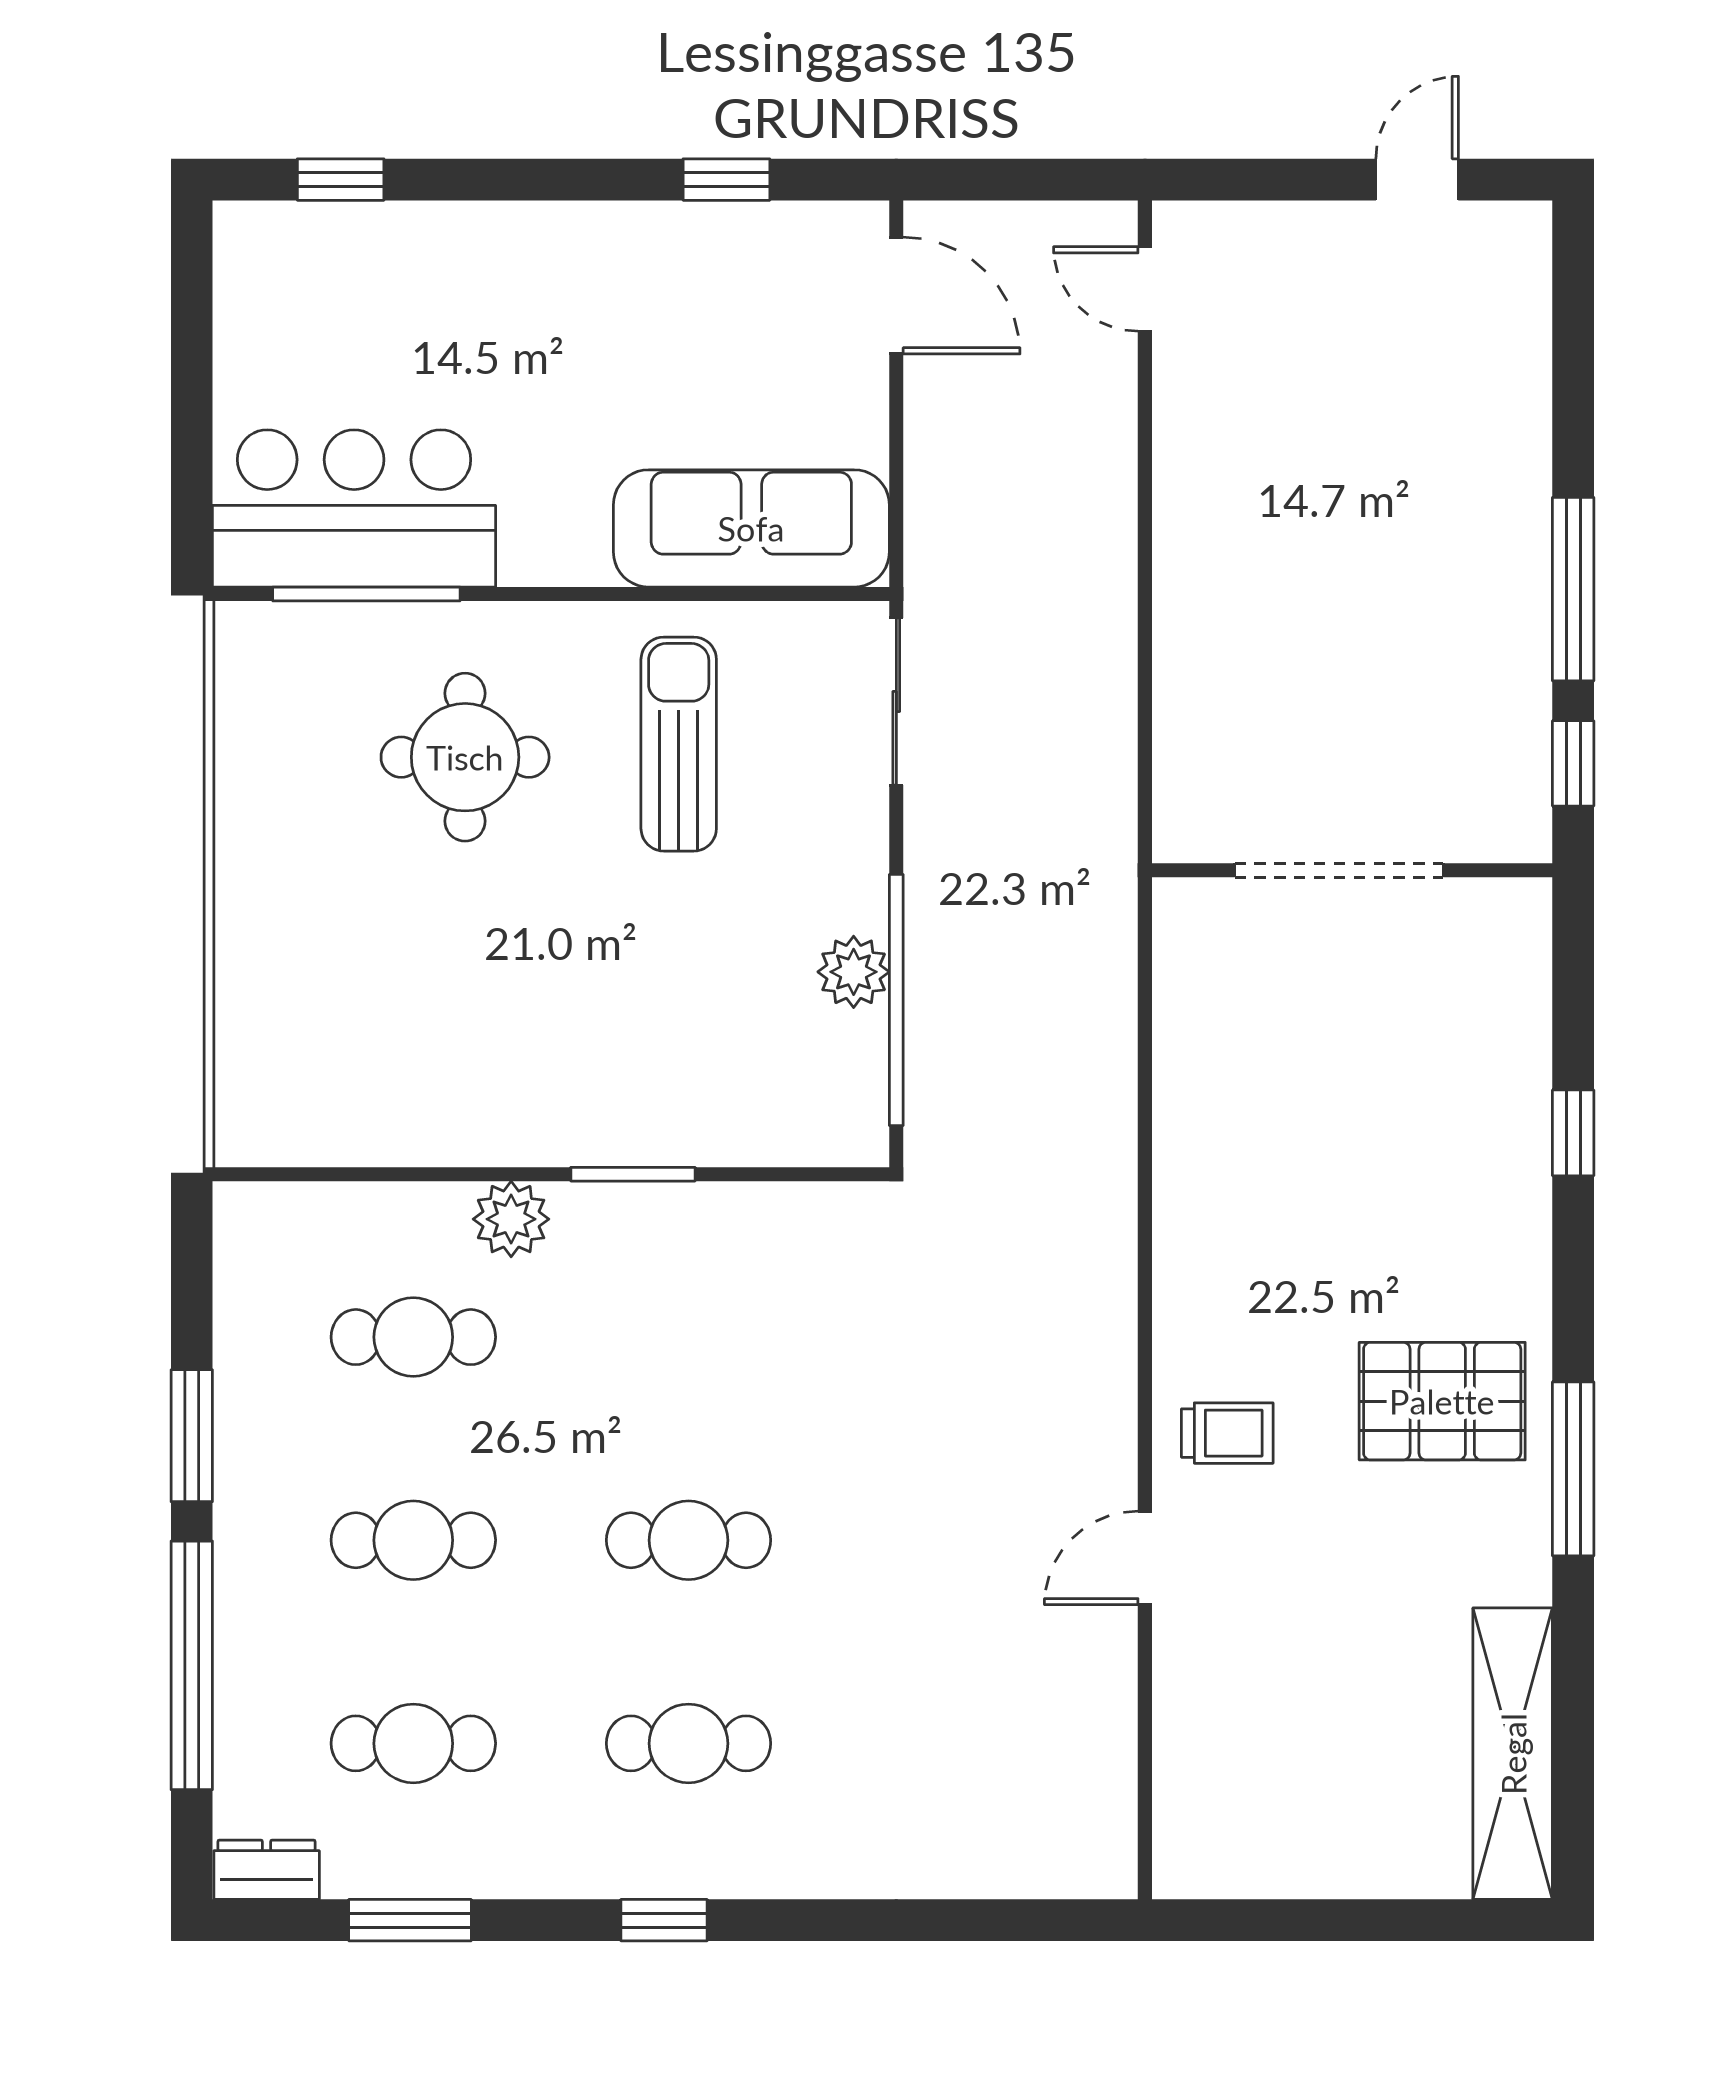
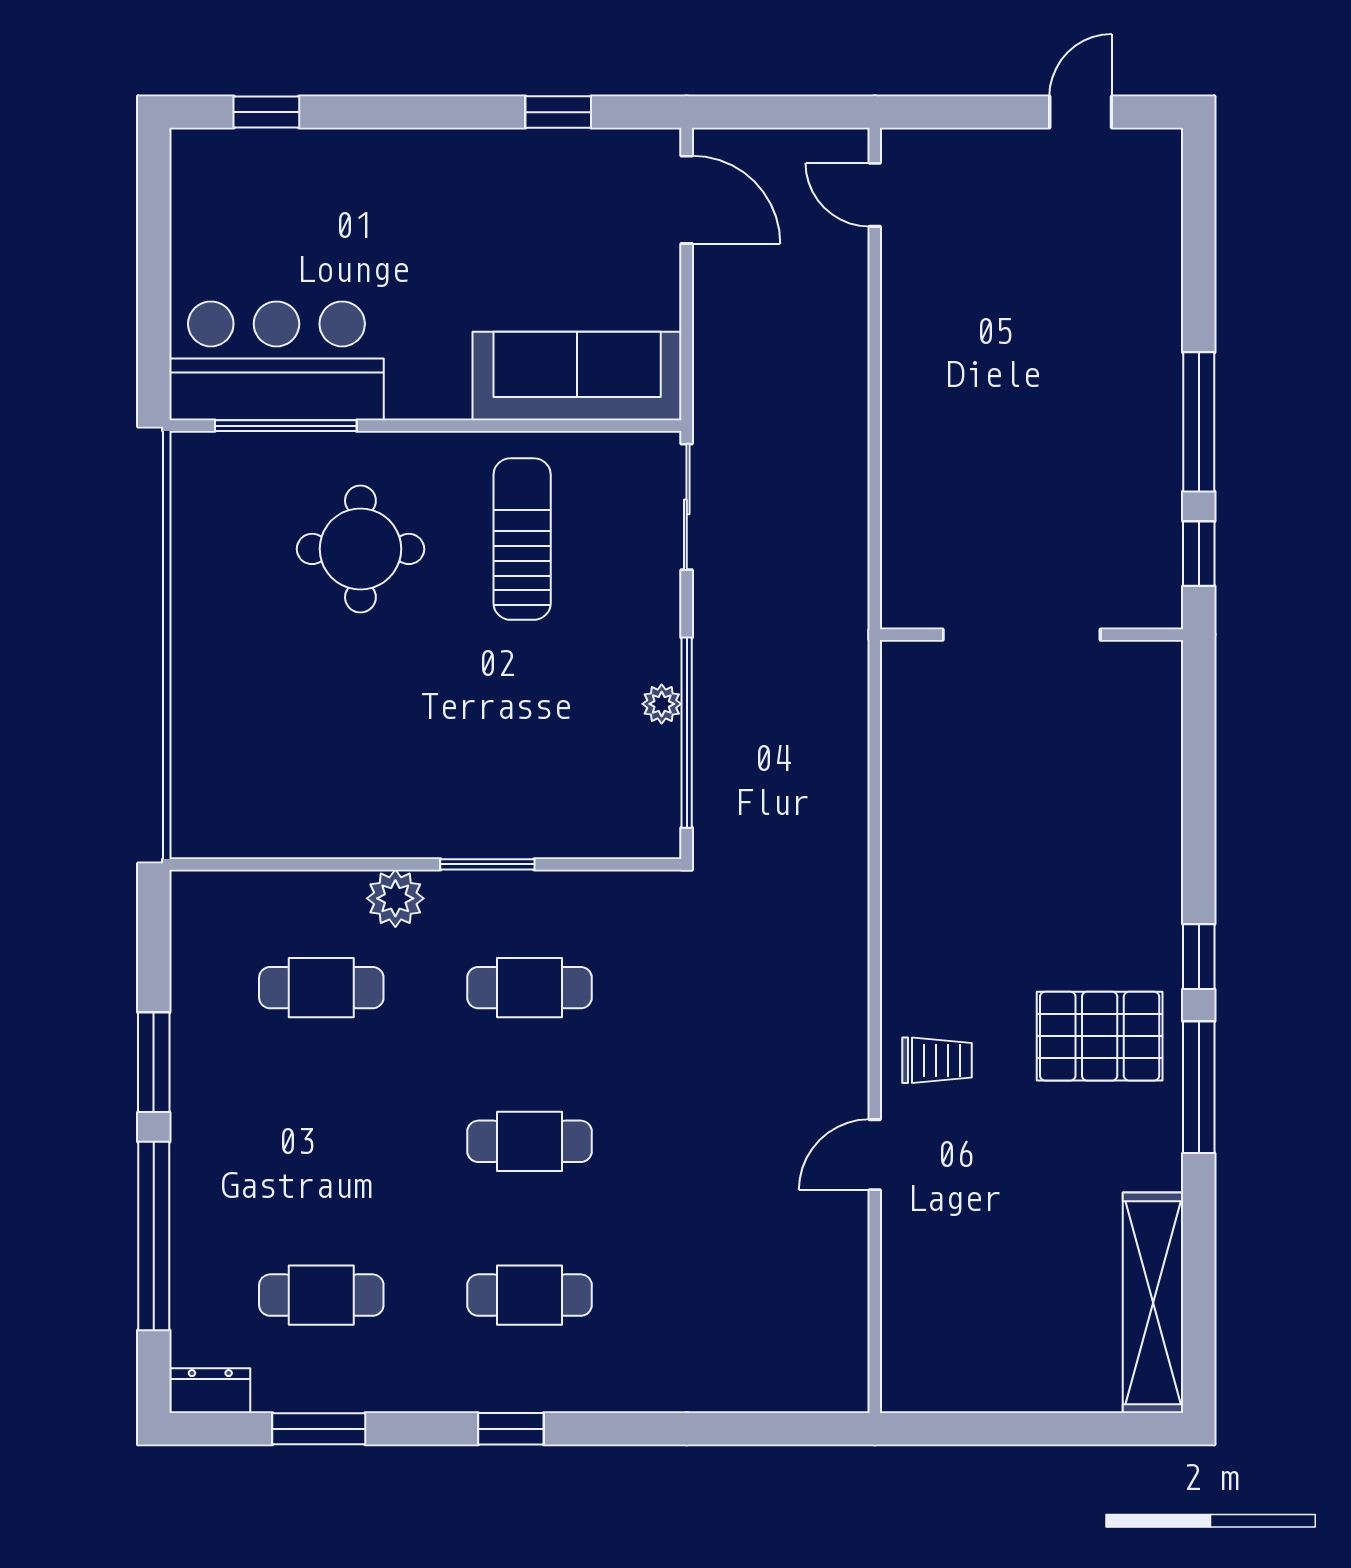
plant: (854, 972) -> (662, 704), width x0.73, depth x0.73
window: (1573, 1133) -> (1199, 957), moved
cafe table: (413, 1540) -> (529, 988), moved

